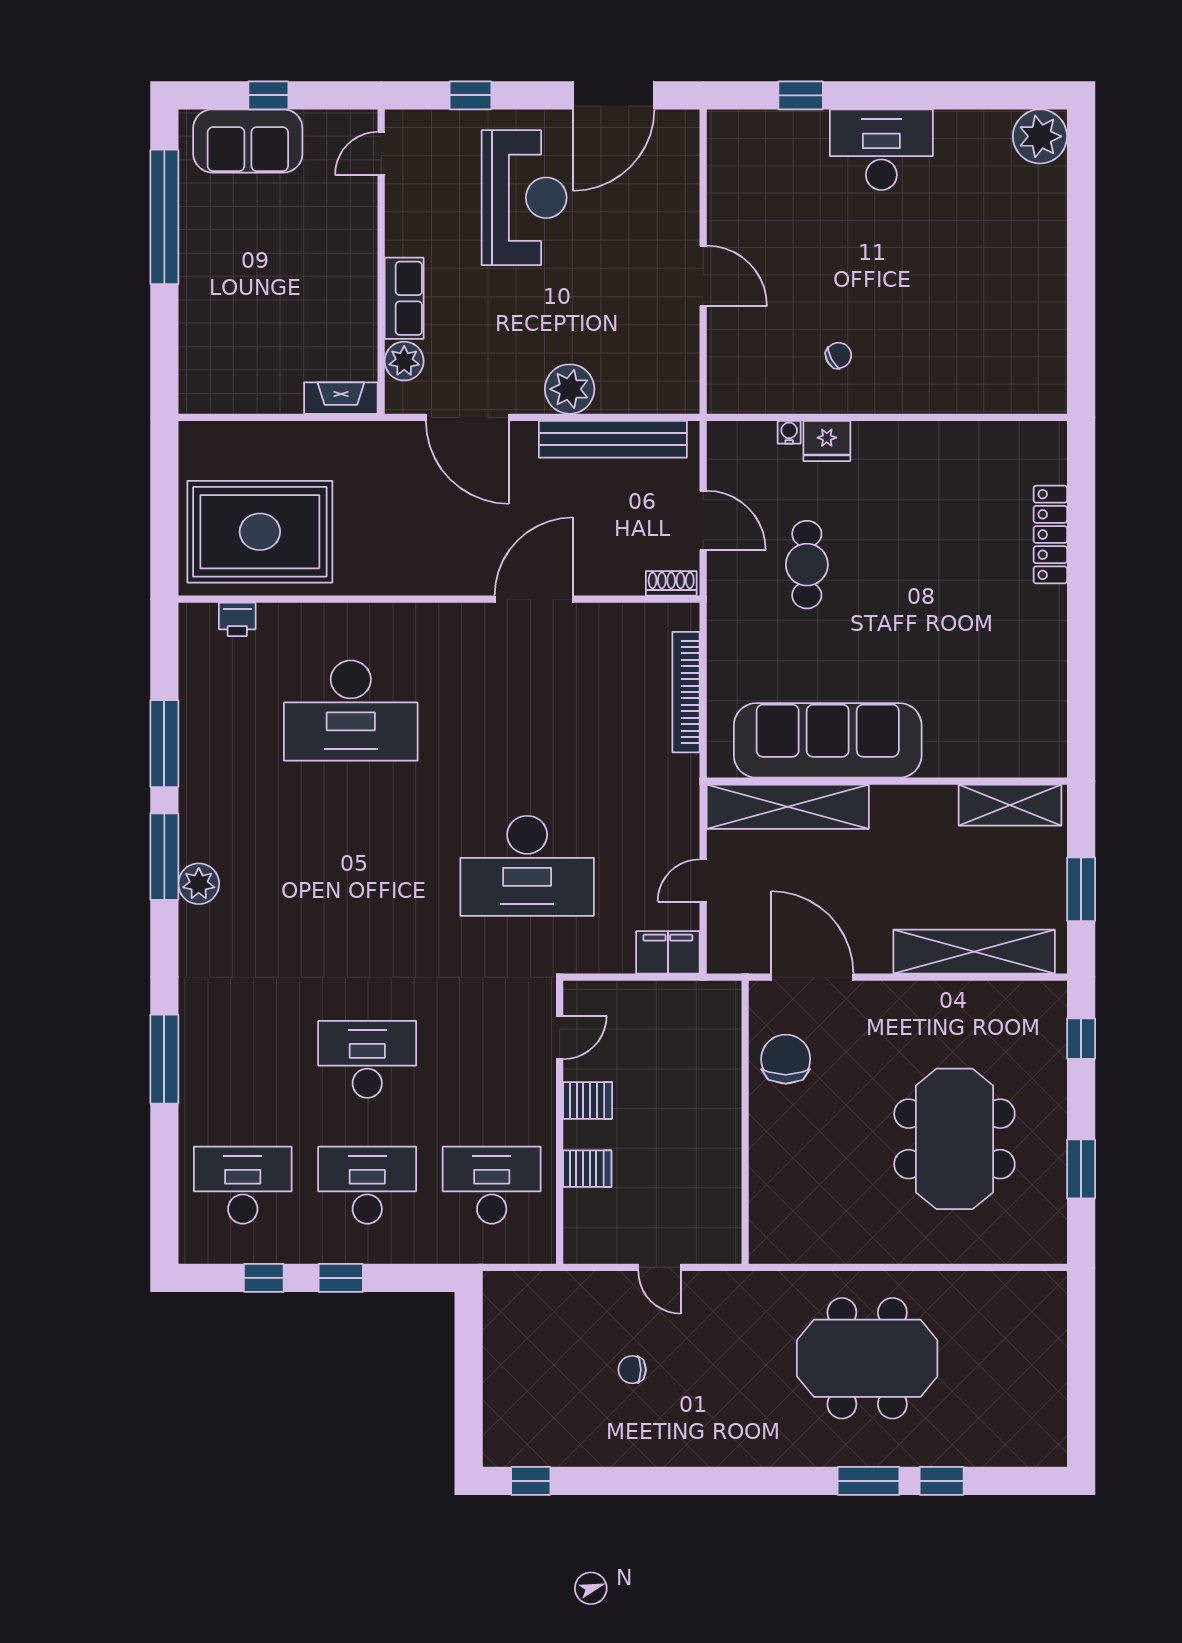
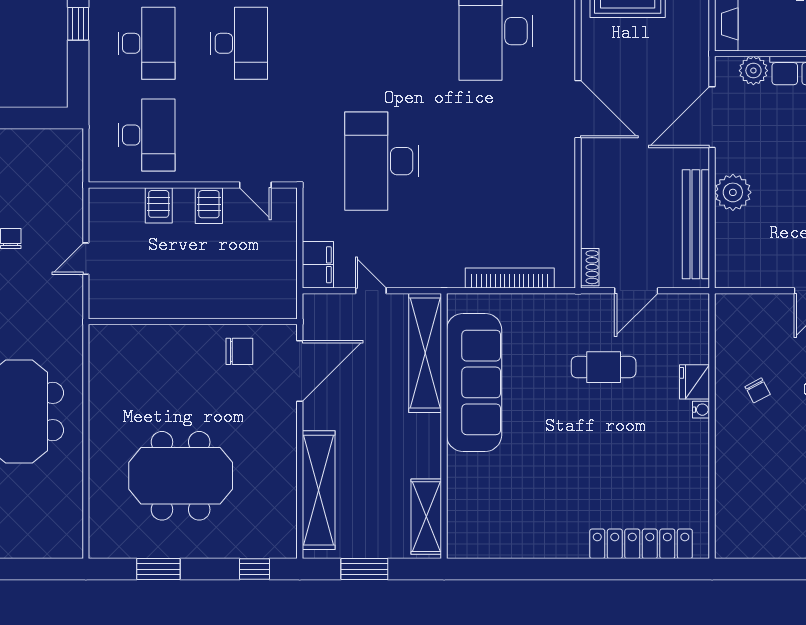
water cooler: (789, 432) -> (701, 410), moved
locker: (1050, 535) -> (641, 544), width x1.41, depth x1.21
door: (534, 599) -> (578, 109), moved
chair: (786, 1059) -> (239, 351), width x0.73, depth x0.73

